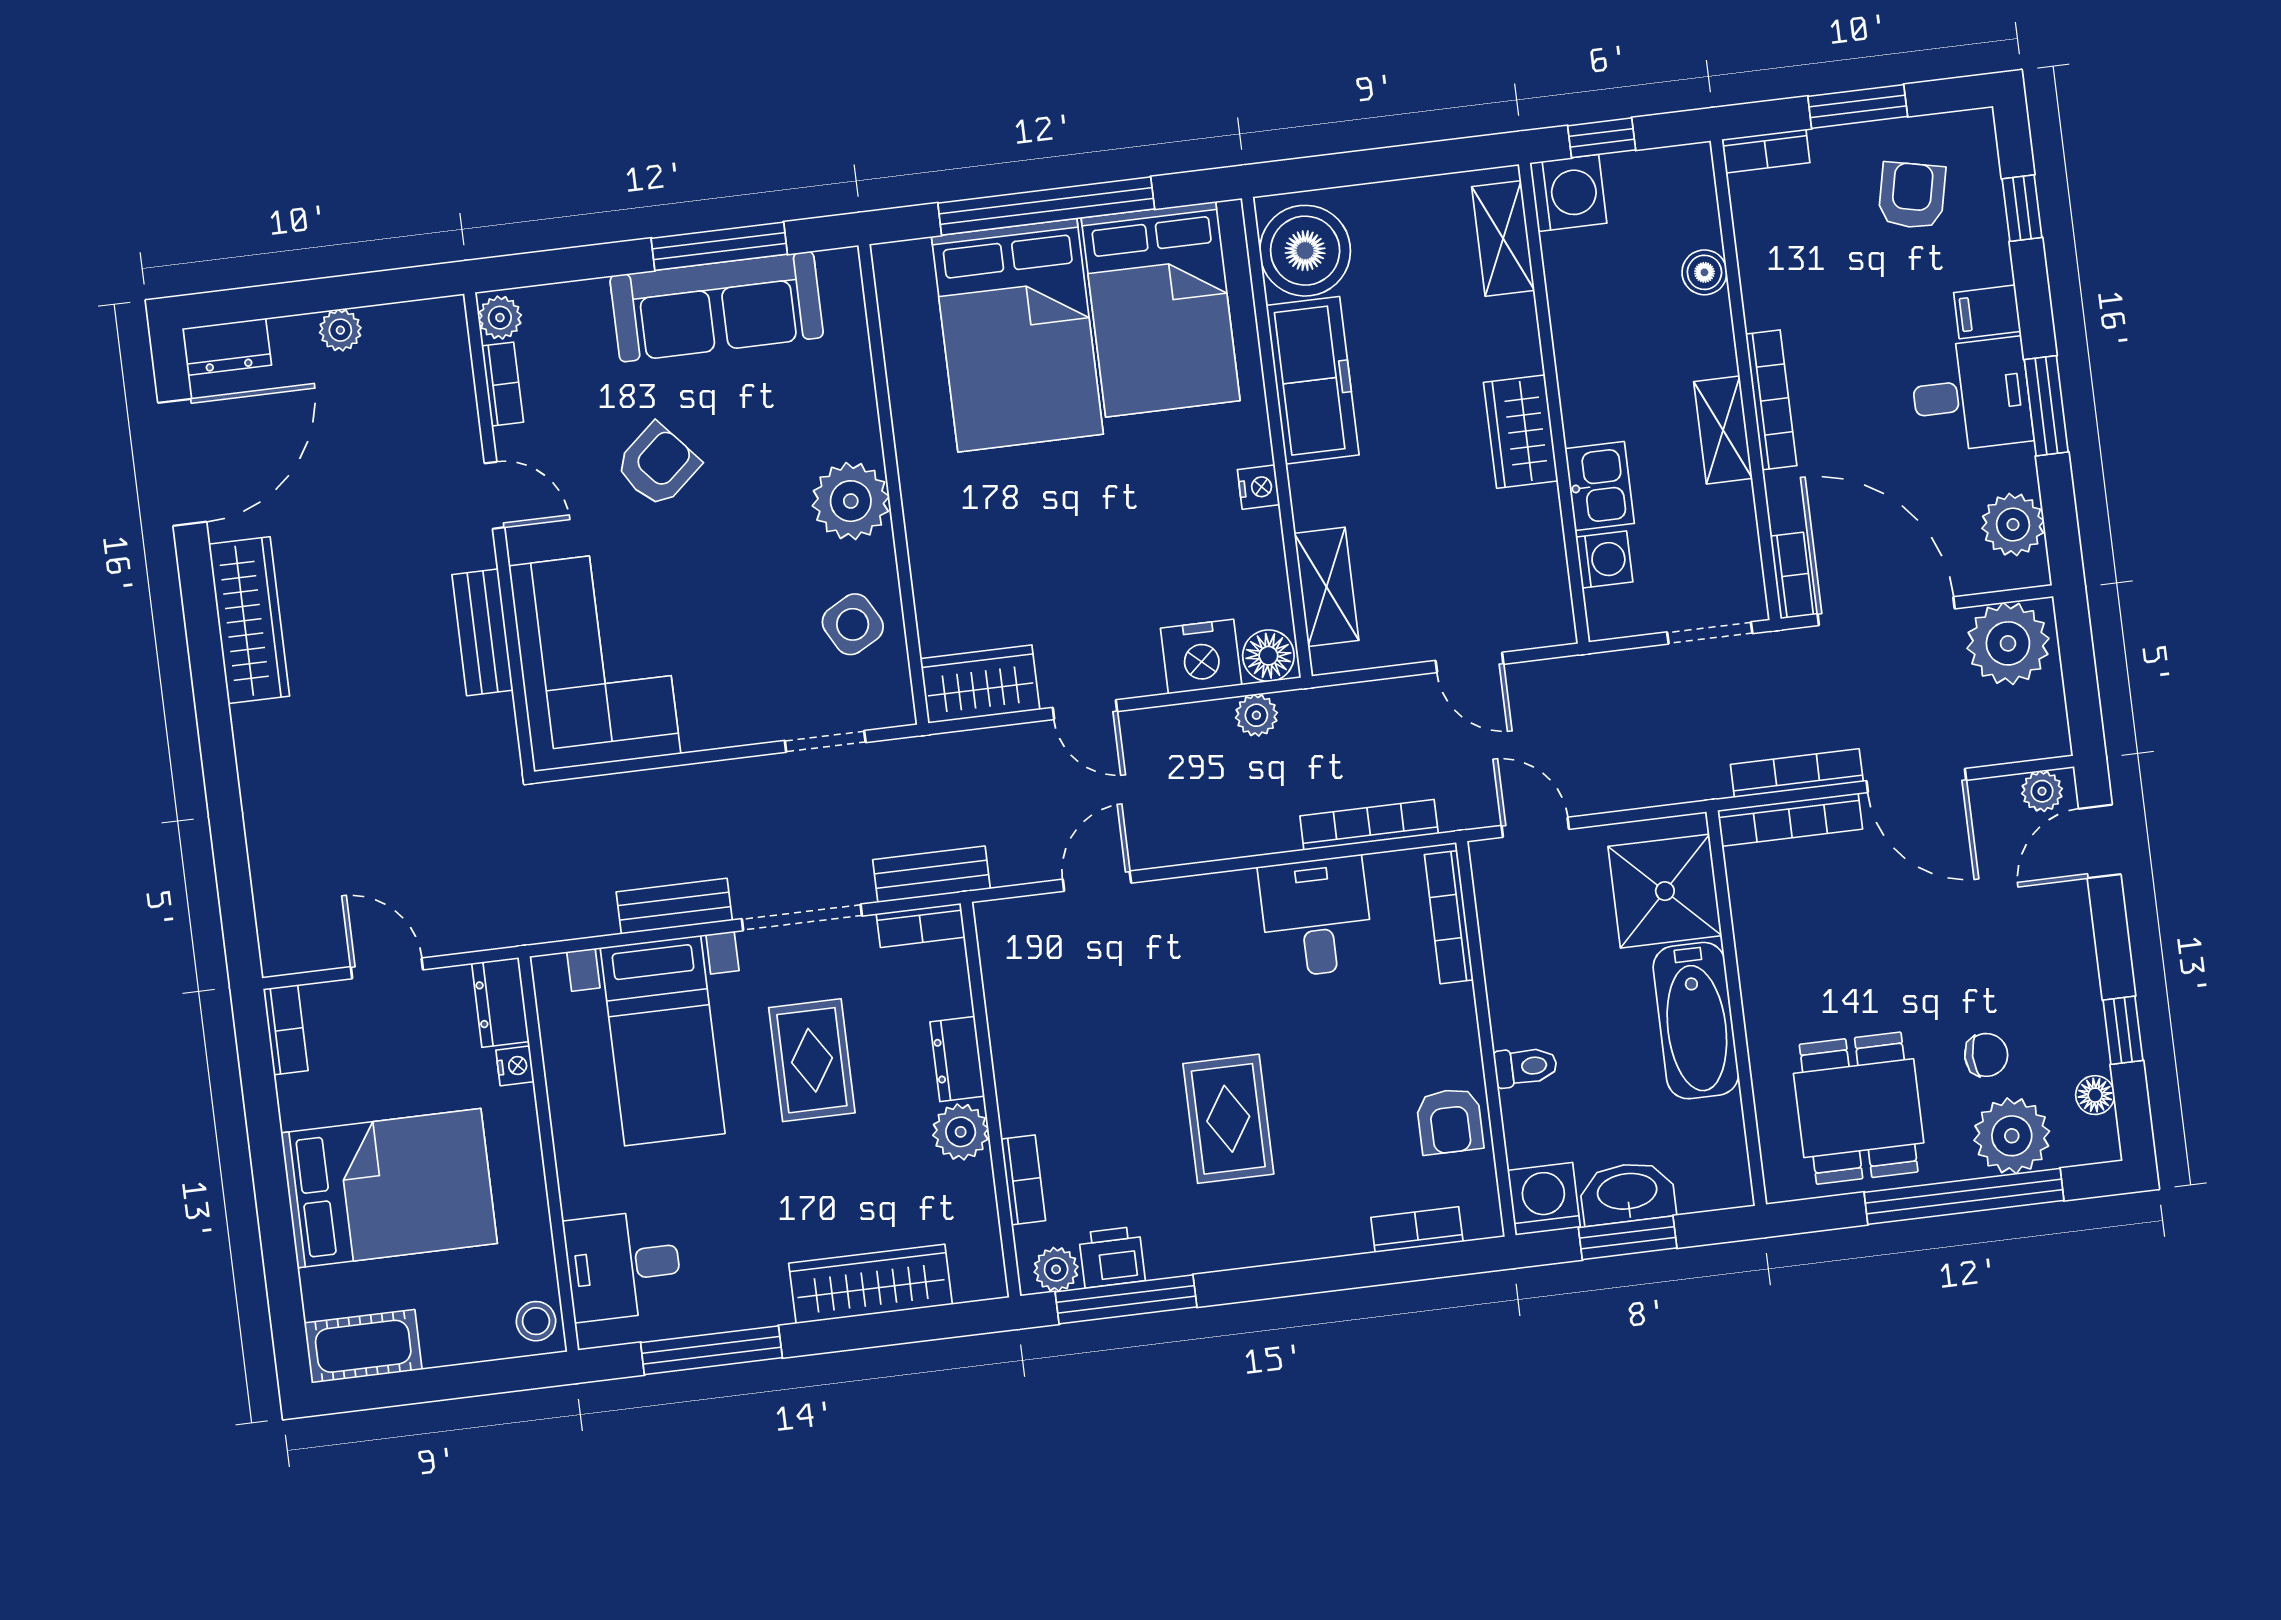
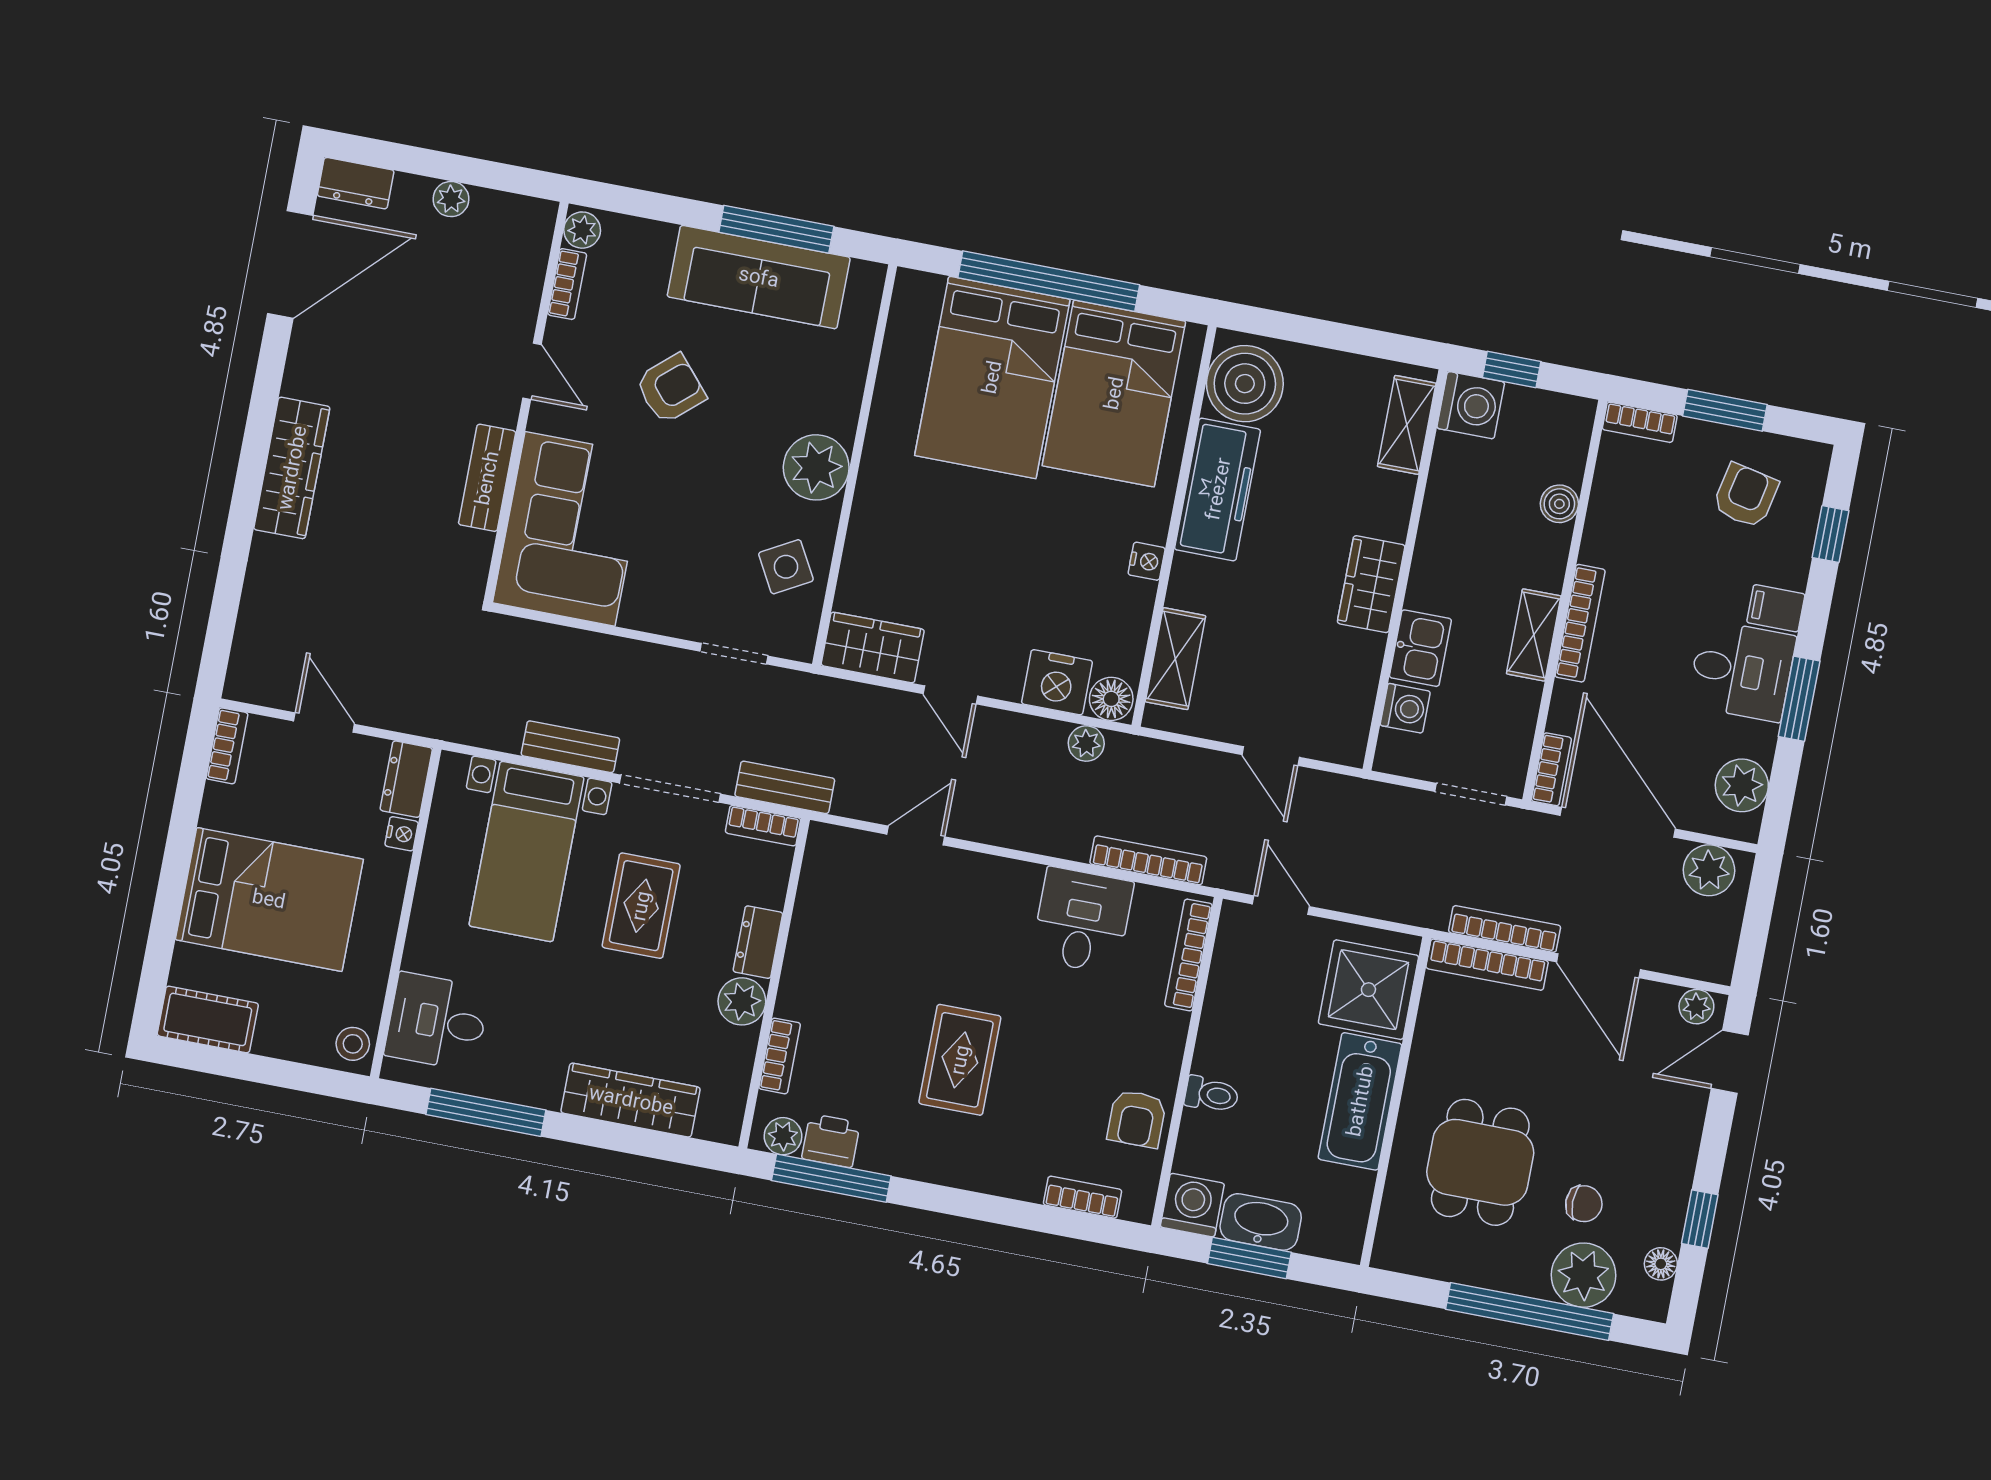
wardrobe: (249, 620) -> (292, 468), moved
plant: (2008, 643) -> (1709, 870), width x0.73, depth x0.73
dining table: (1859, 1108) -> (1480, 1162), moved

